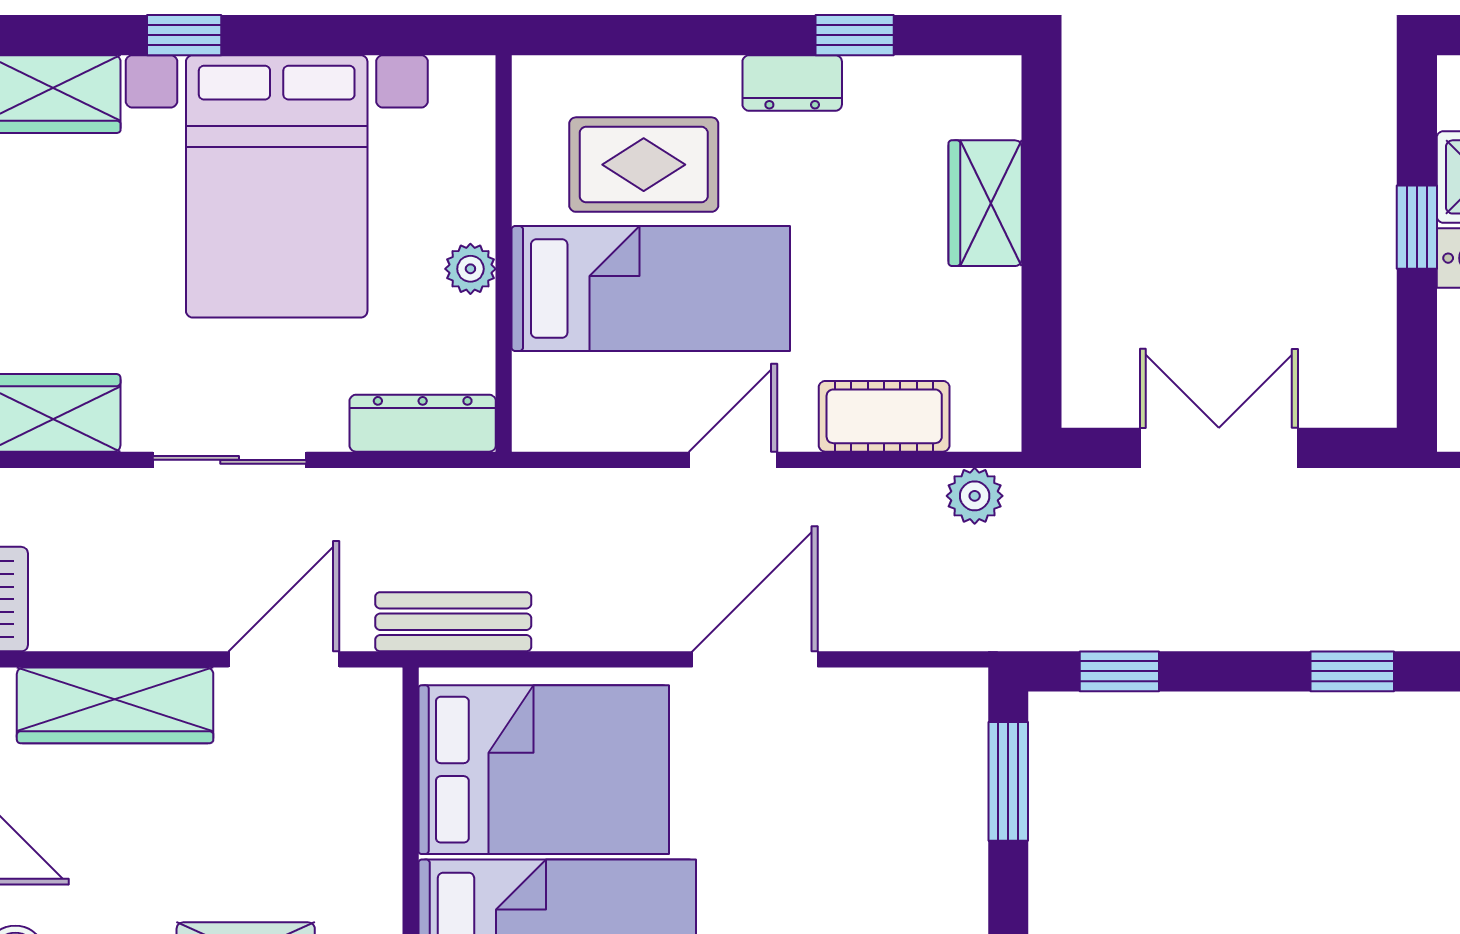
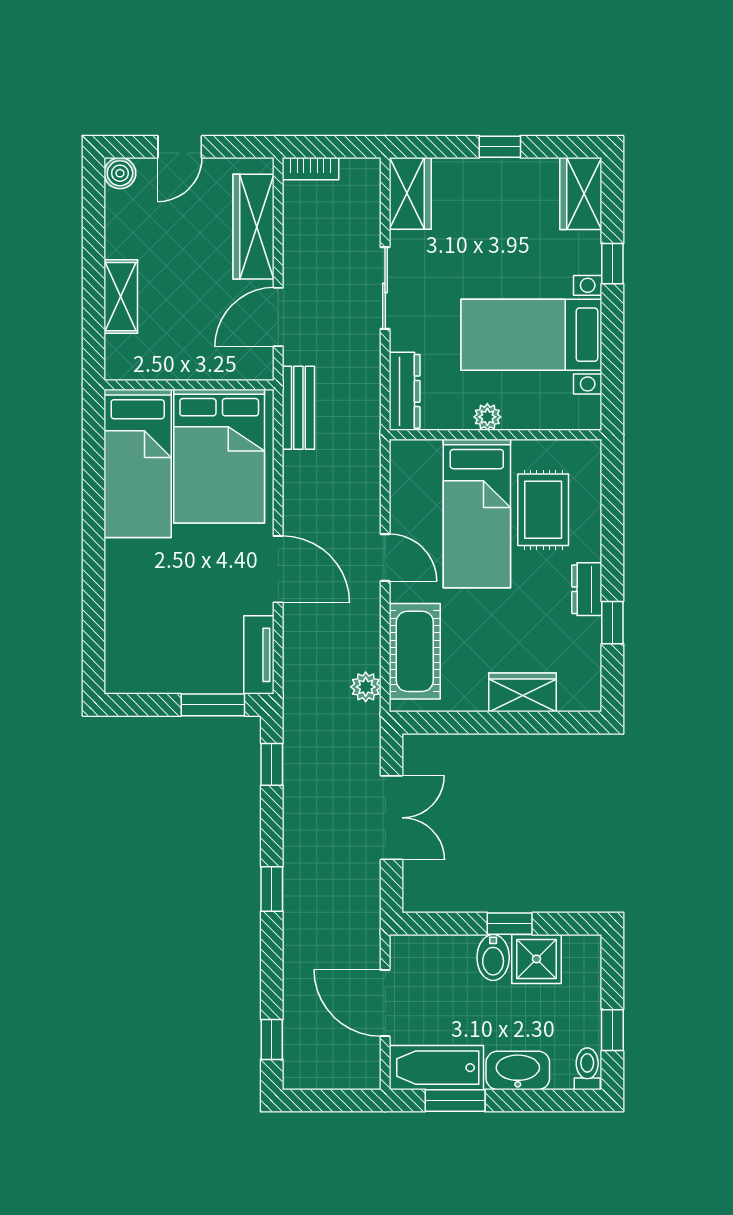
bed with nightstands: (277, 186) -> (531, 335), width x0.73
cot: (884, 416) -> (415, 651), width x1.37, depth x1.34
door: (284, 659) -> (278, 317), swing flipped
tv unit: (915, 695) -> (259, 655), added

